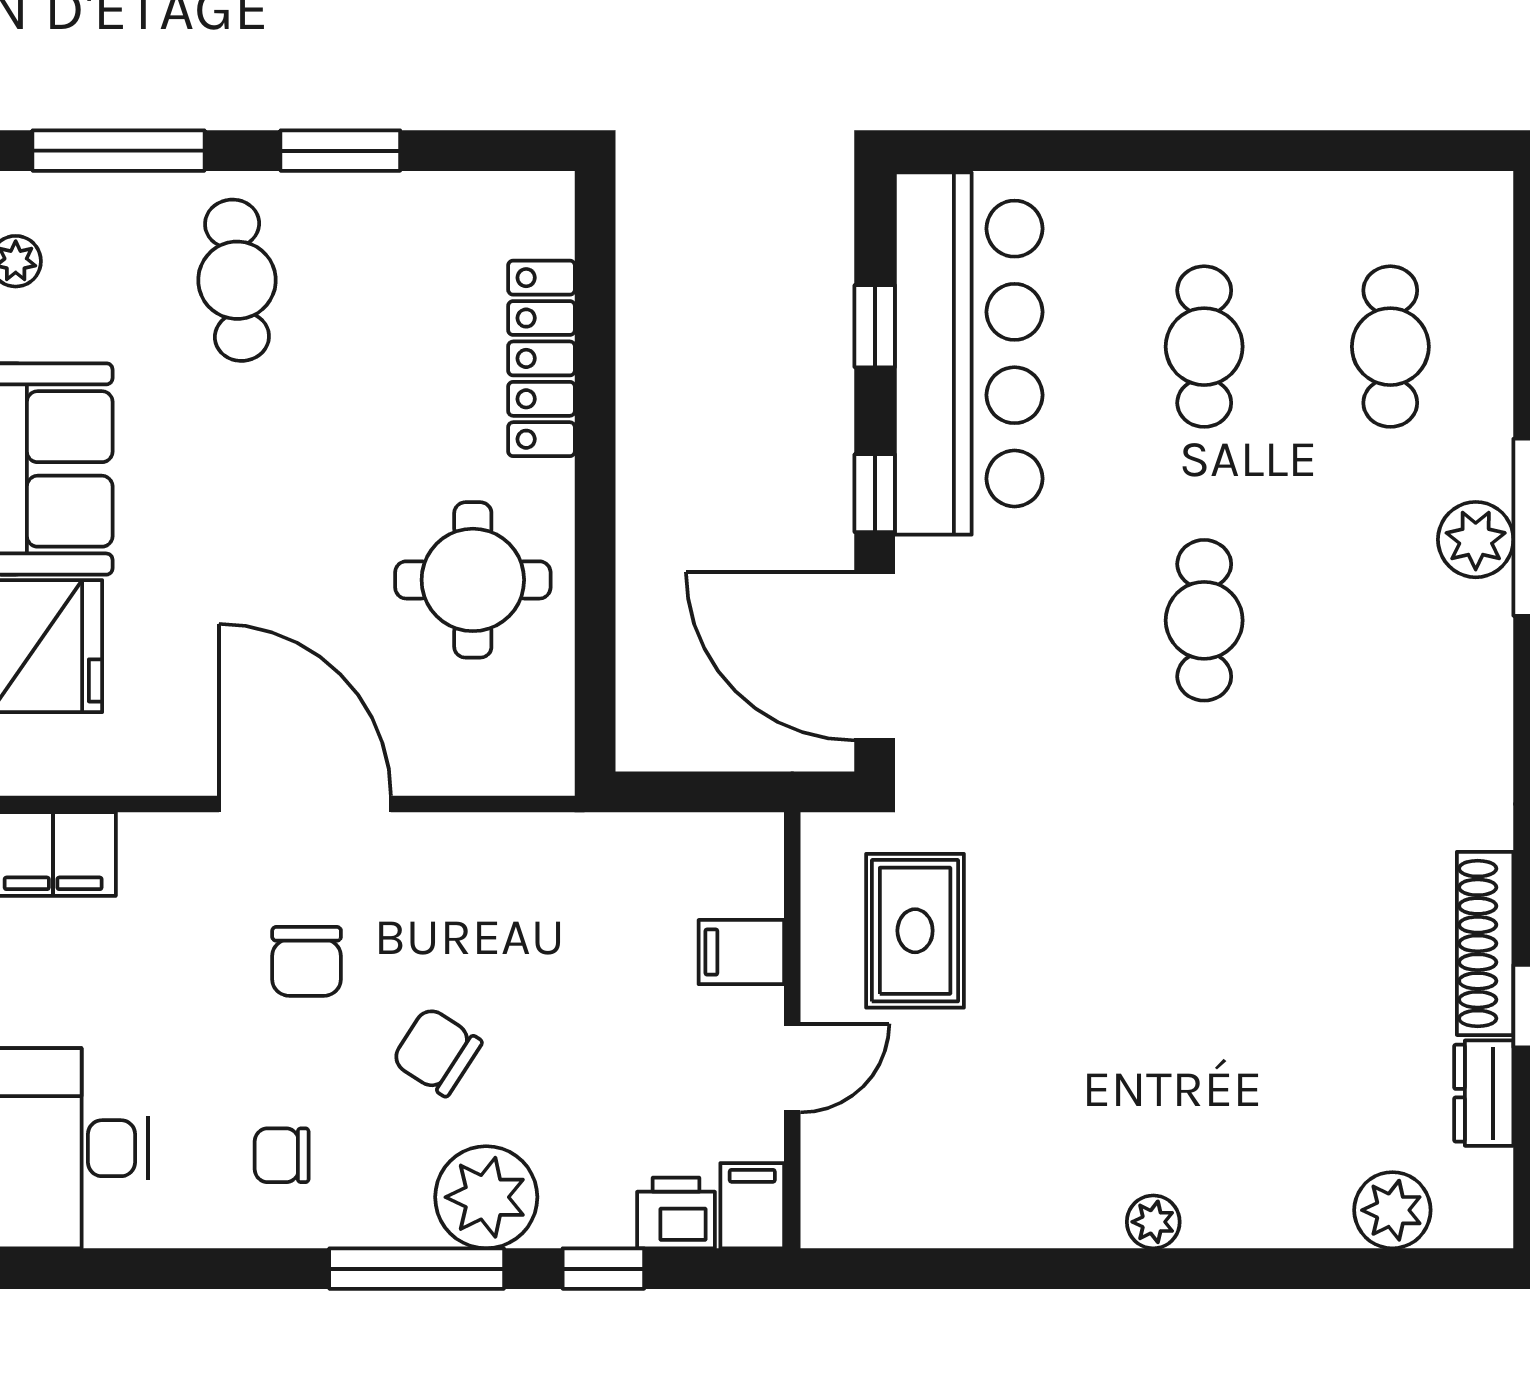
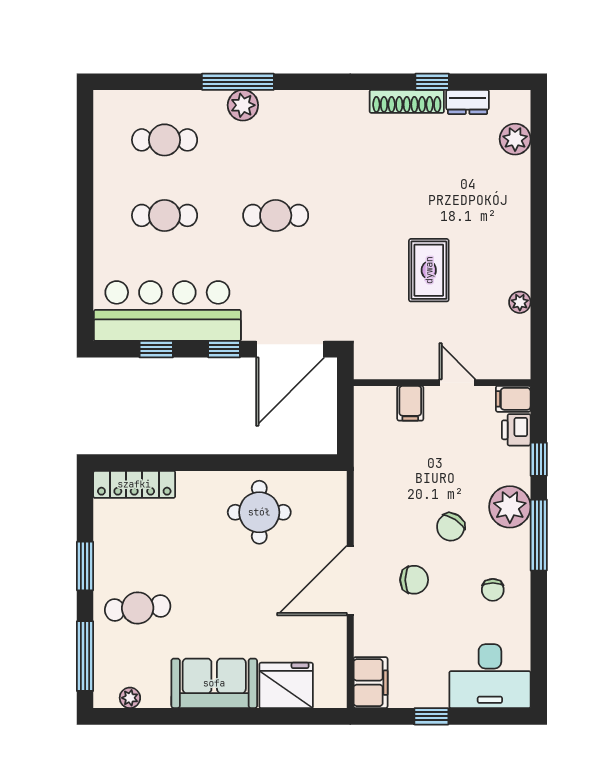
locker: (542, 358) -> (134, 484), moved
rug: (915, 931) -> (429, 270), moved, turned 90
plant: (1153, 1222) -> (520, 302), moved

